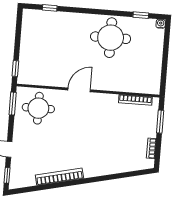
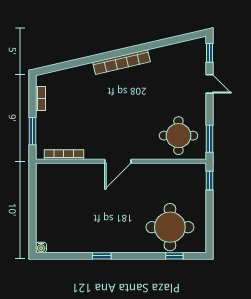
window: (141, 15) -> (102, 256), moved
round table: (111, 38) -> (170, 227), moved
door: (79, 90) -> (118, 161), moved
bookcase: (59, 177) -> (122, 62), moved

